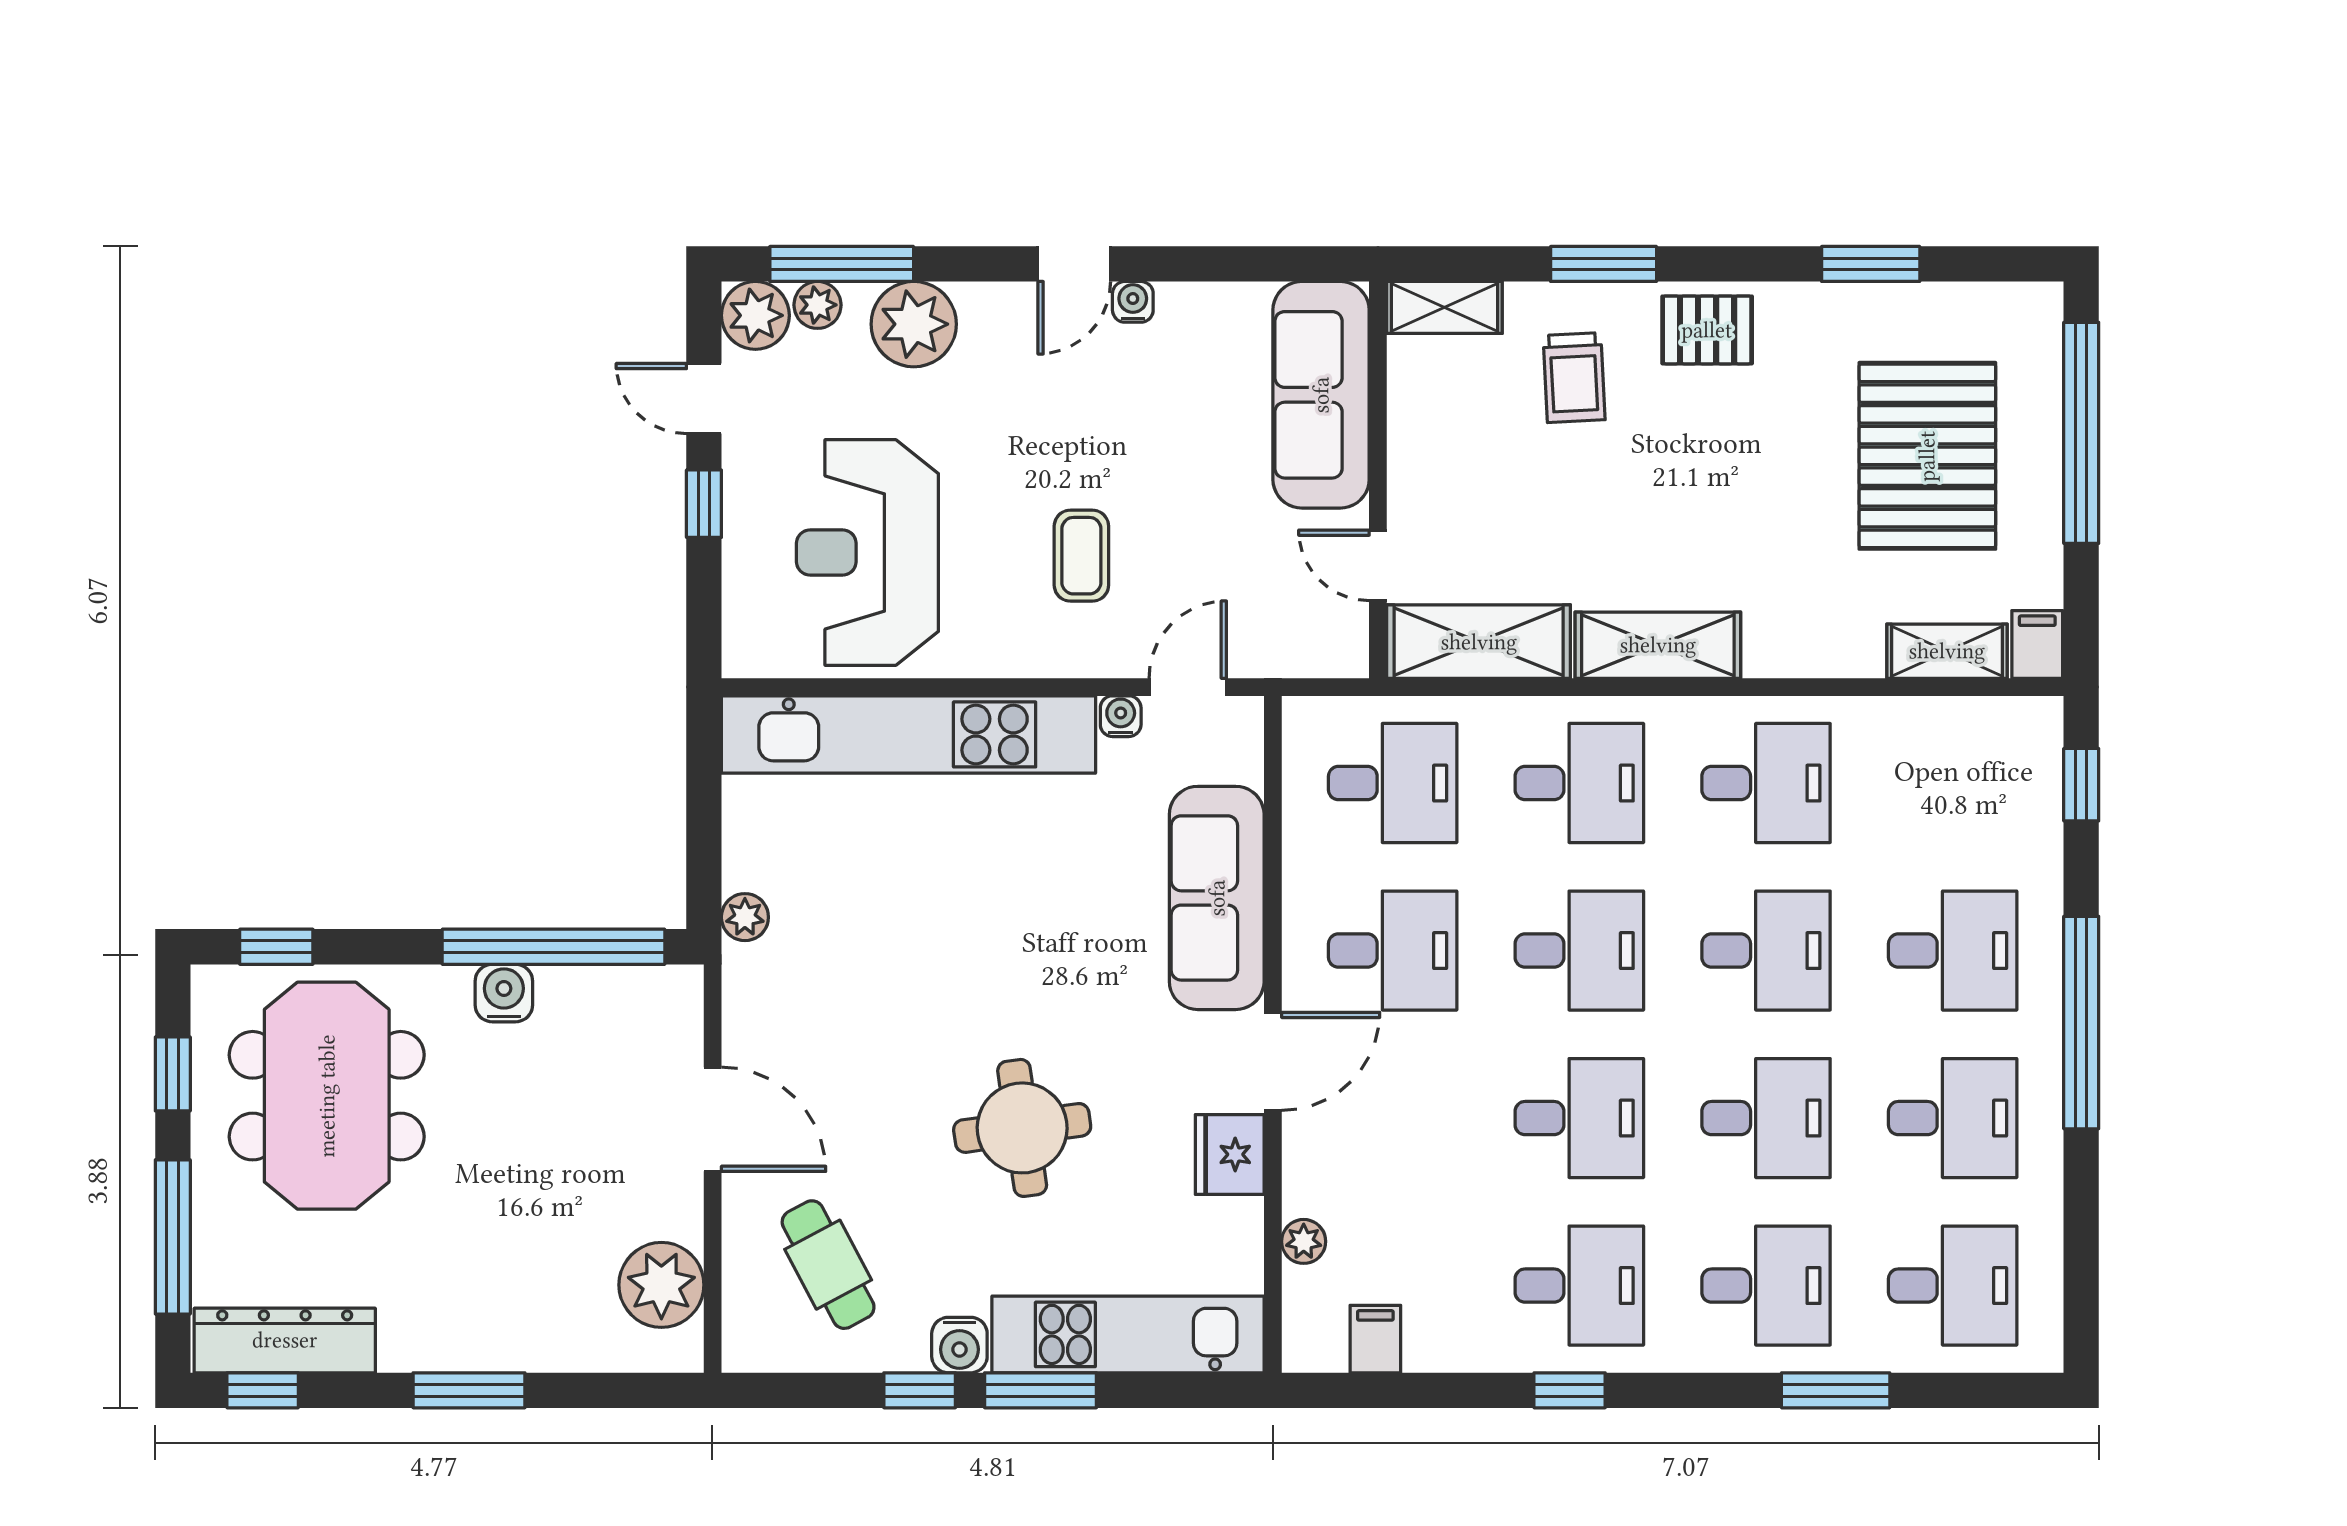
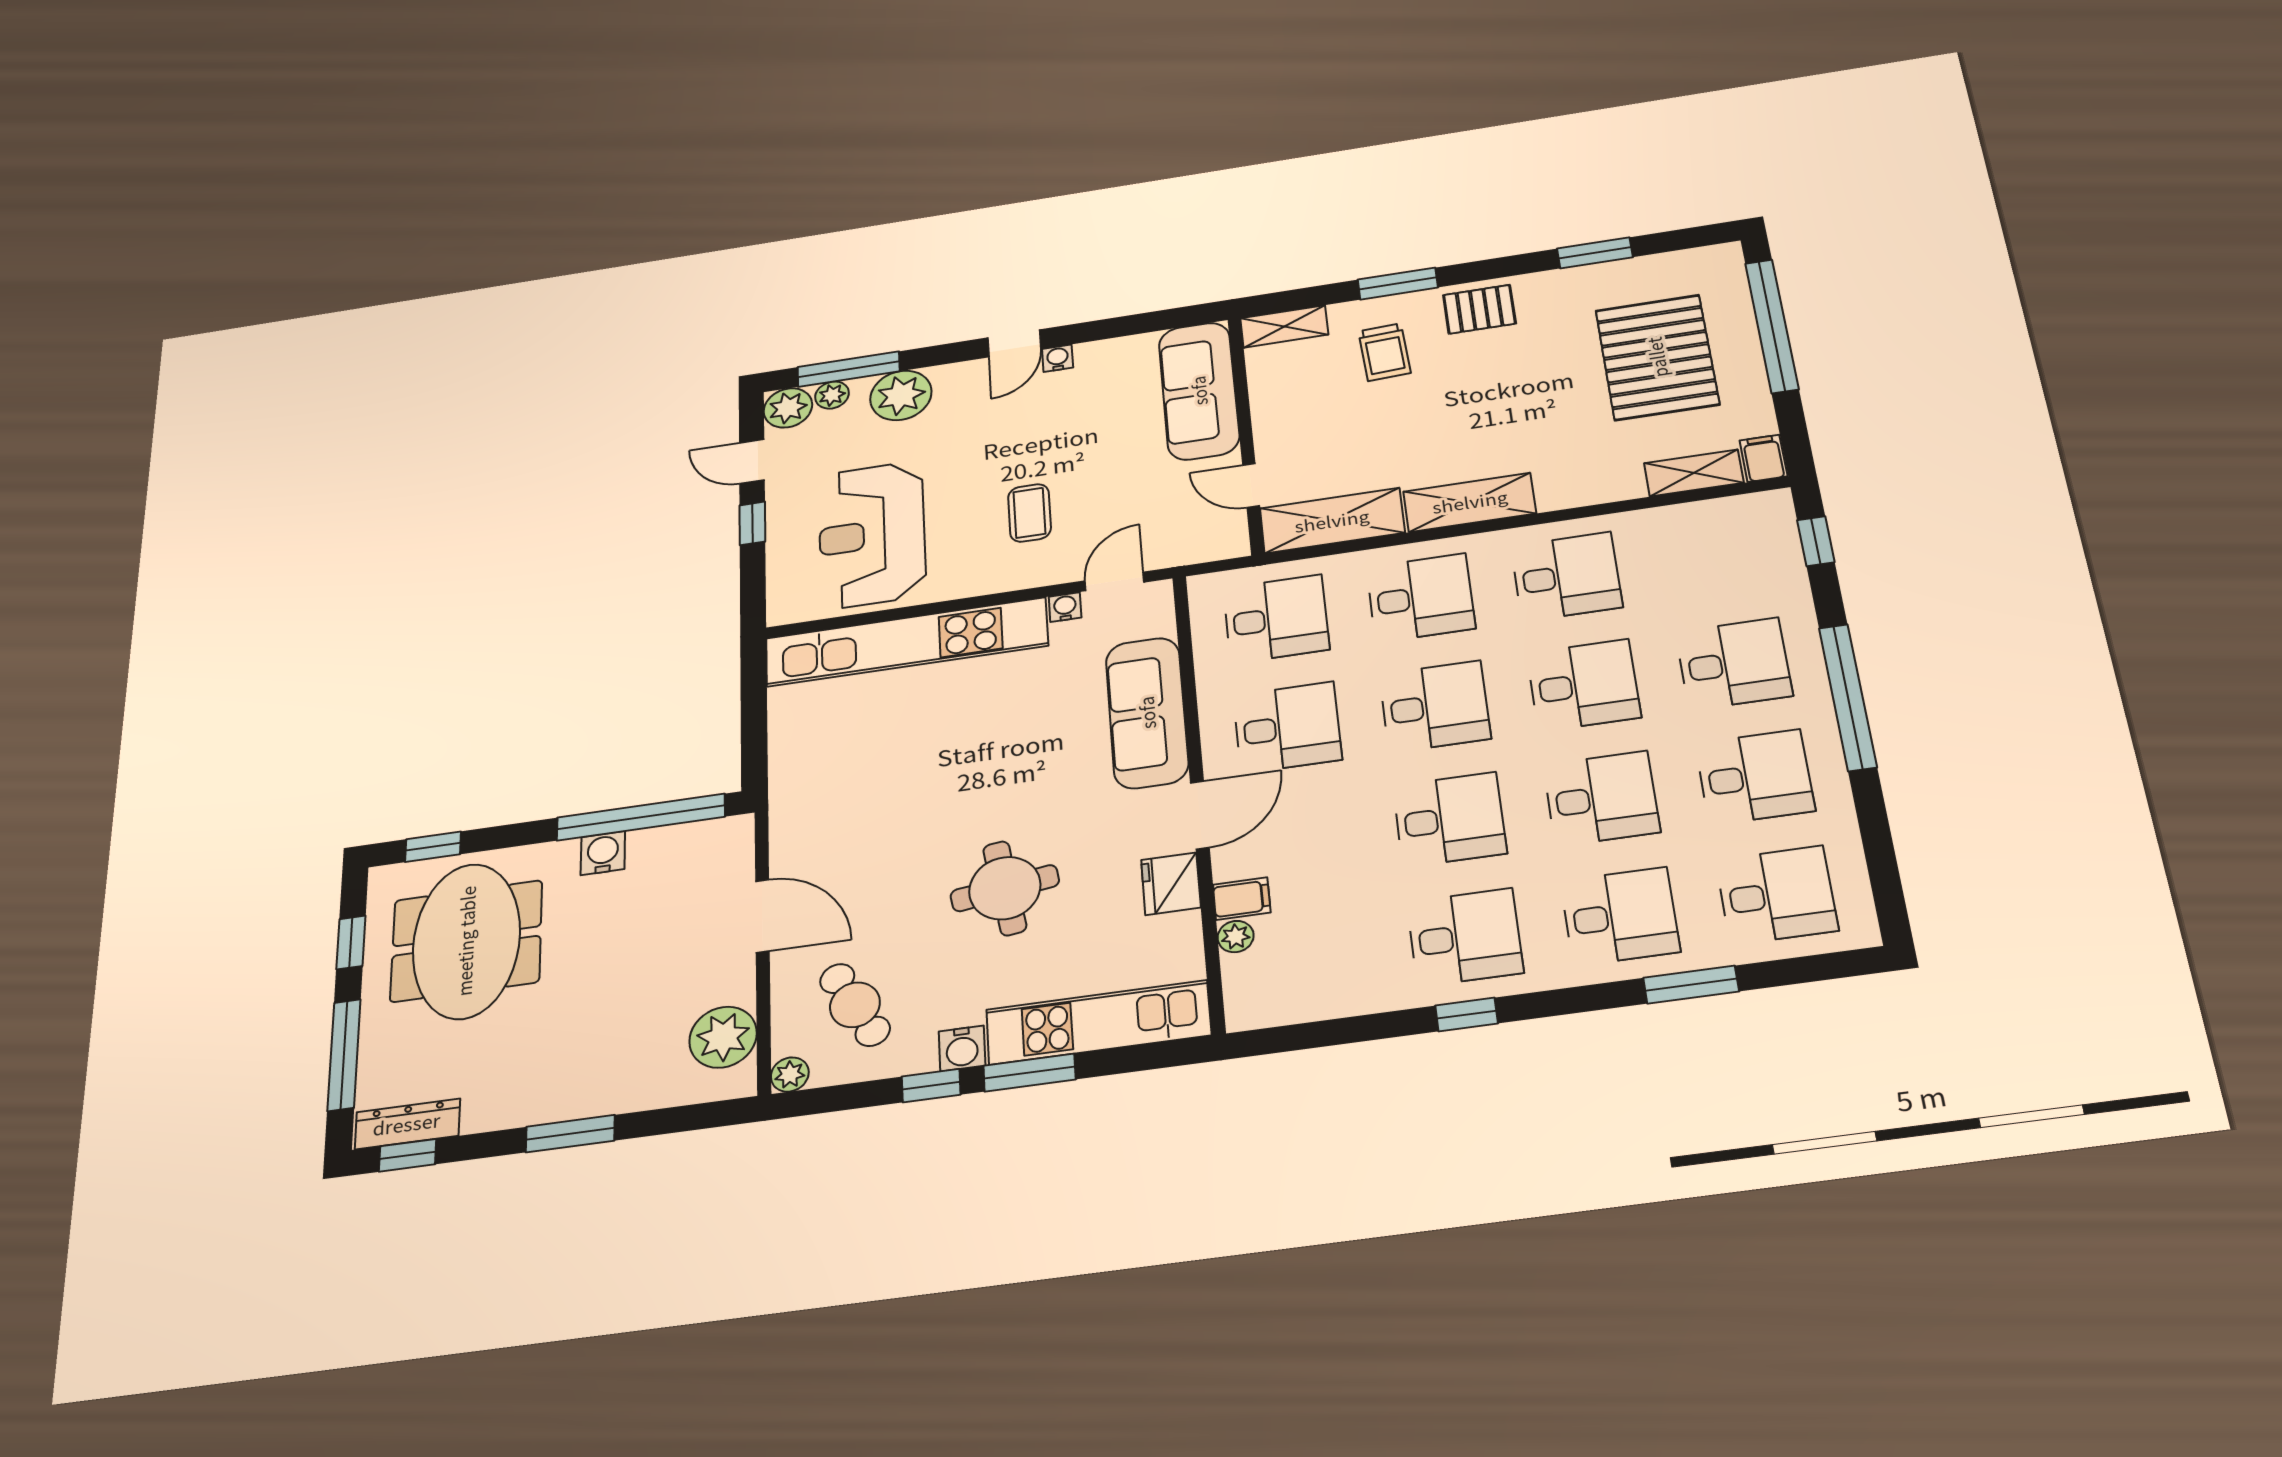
plant: (745, 917) -> (790, 1074), moved
filing cabinet: (1375, 1339) -> (1242, 899), moved, turned 90
dresser: (285, 1340) -> (407, 1124), width x0.73, depth x0.80

